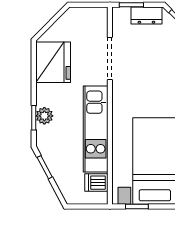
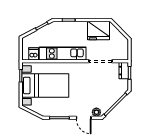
dresser: (146, 15) -> (124, 71), moved
plant: (44, 116) -> (70, 26), removed

